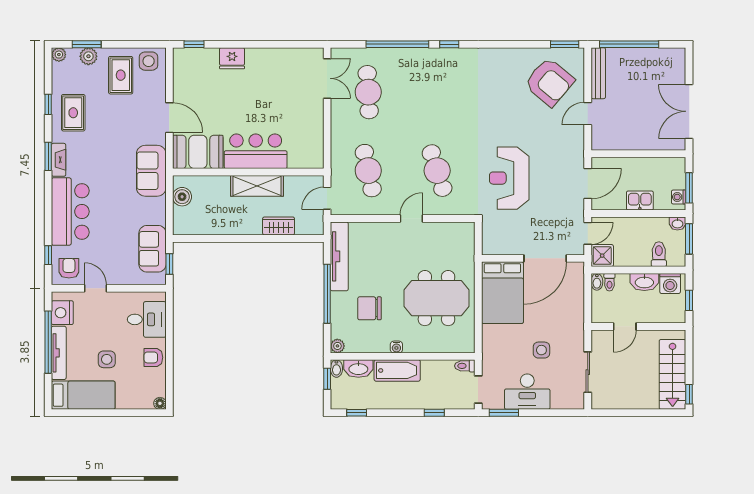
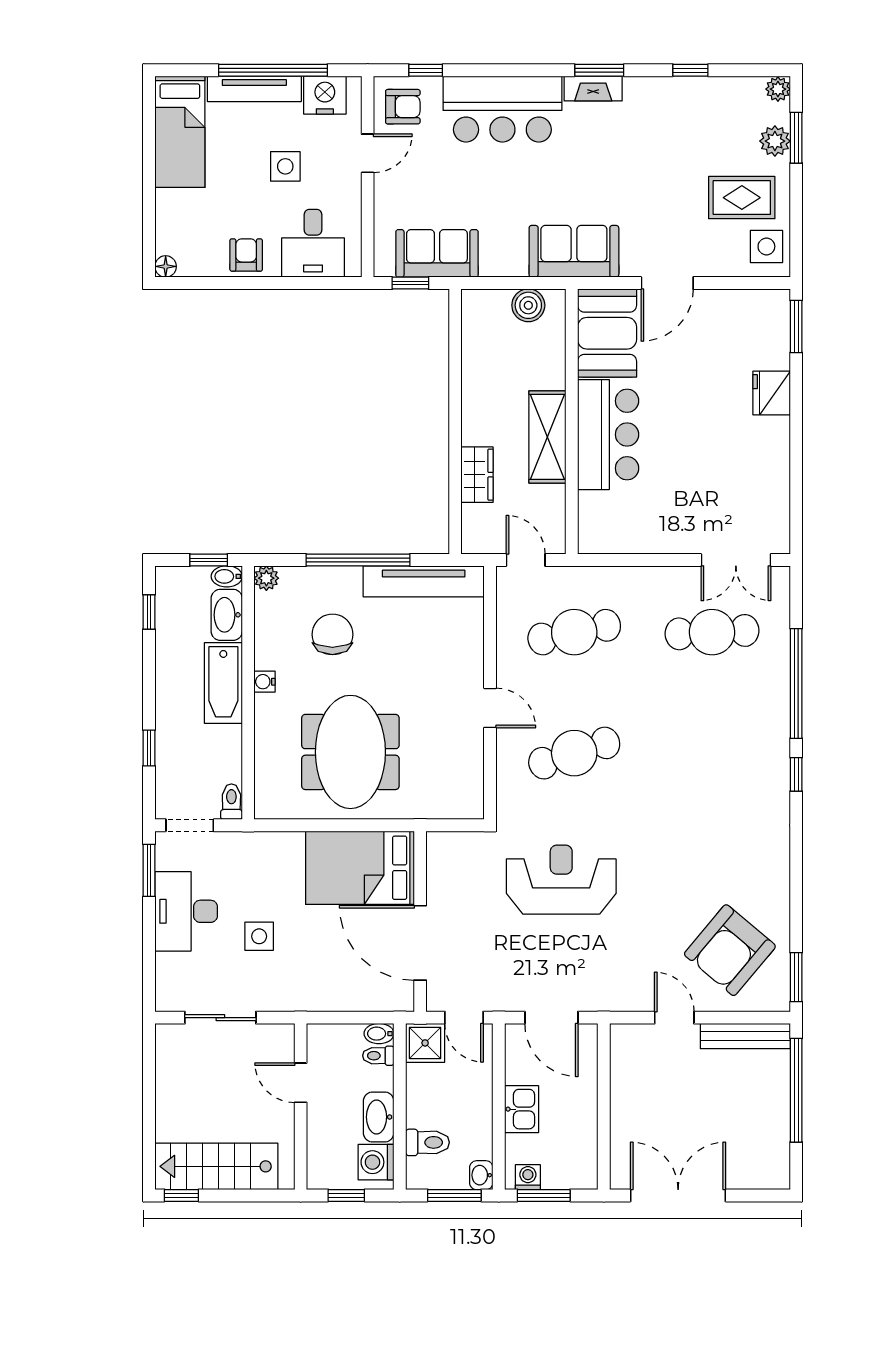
window: (194, 44) -> (796, 326), width x1.50
rug: (73, 113) -> (676, 114), removed
side table: (107, 359) -> (285, 166), moved

